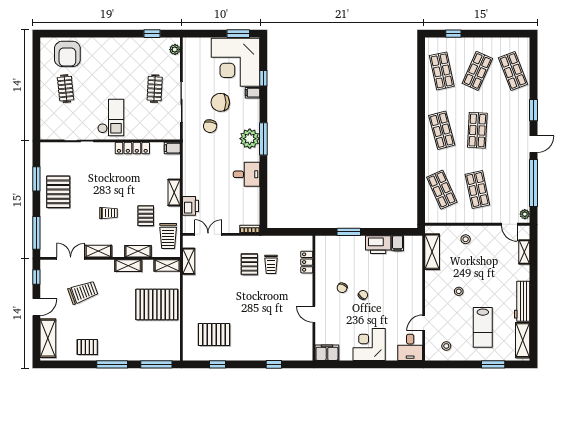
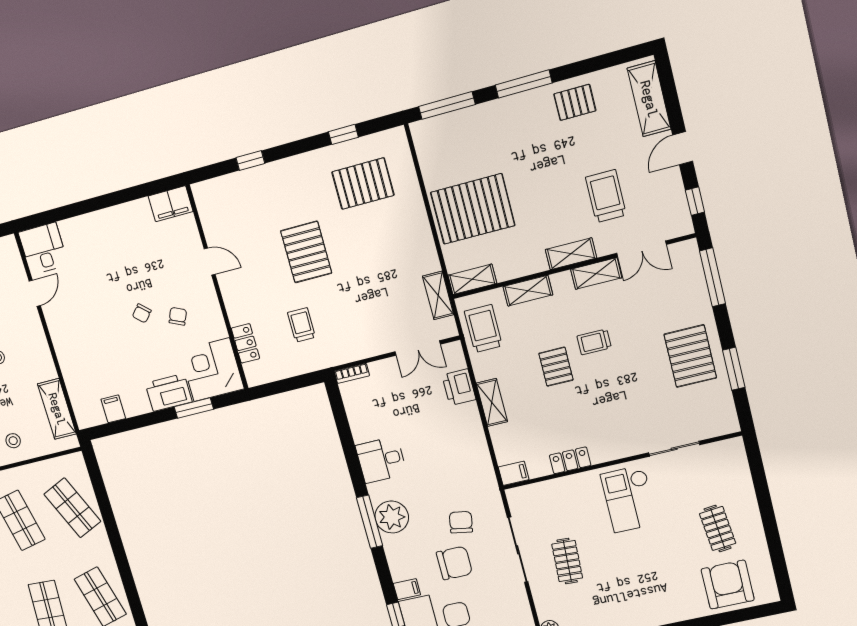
locker: (132, 148) -> (570, 460), width x0.66
pallet: (146, 216) -> (556, 367), moved
printer: (378, 245) -> (169, 393), moved
pallet: (249, 264) -> (306, 252), moved, width x1.50, depth x1.42
shelving: (128, 266) -> (571, 254), moved
trolley: (83, 292) -> (606, 196), turned 110
corner desk: (369, 344) -> (212, 370), moved, turned 180

